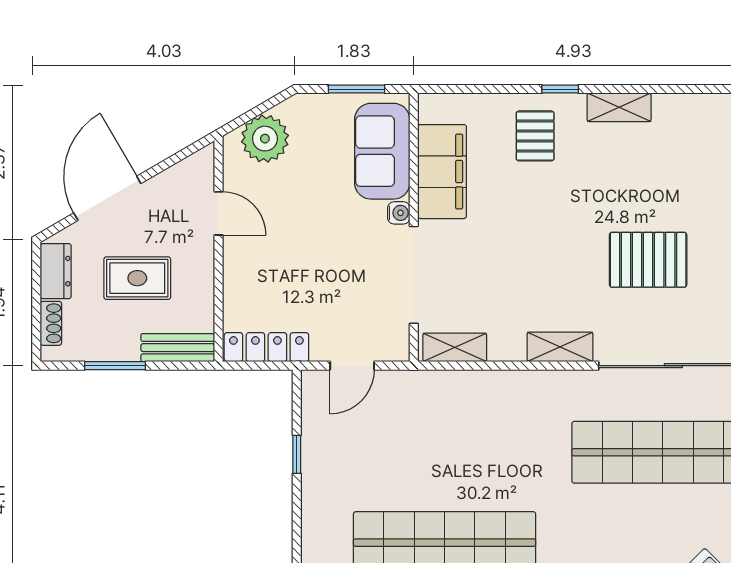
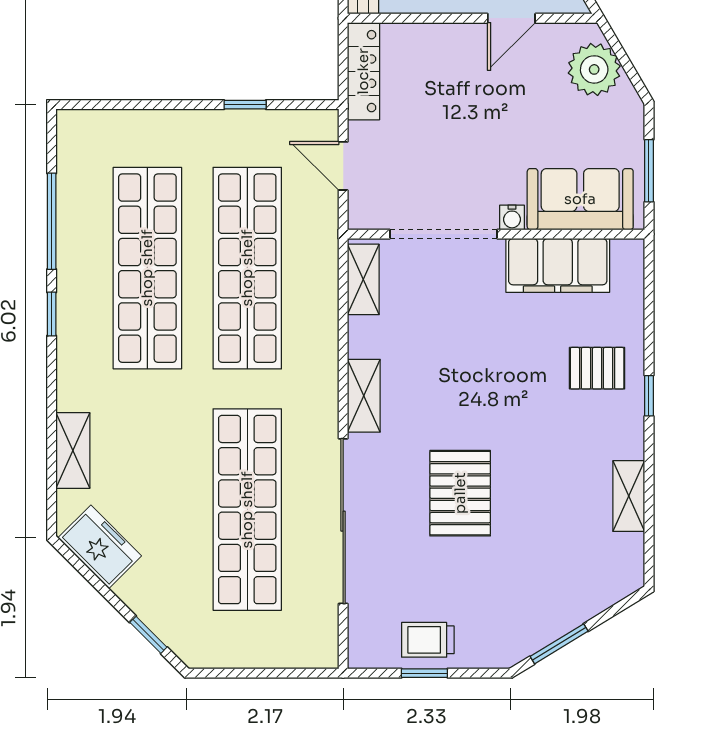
shelving: (619, 107) -> (629, 496), moved
shop shelf: (445, 452) -> (247, 268), added

